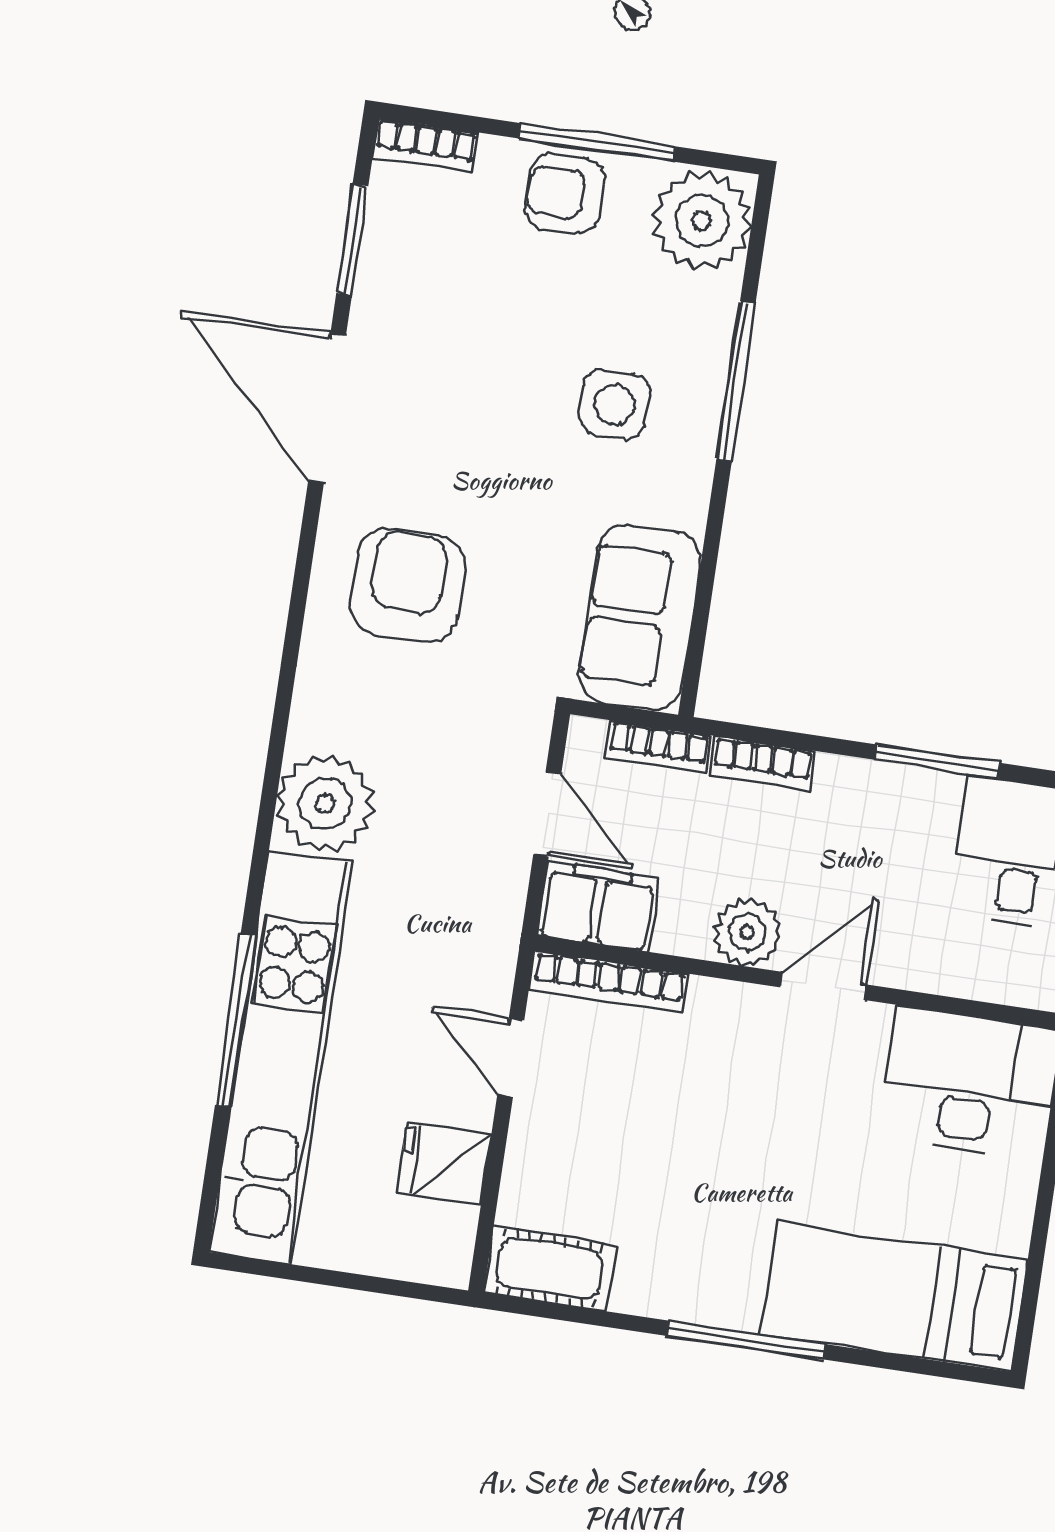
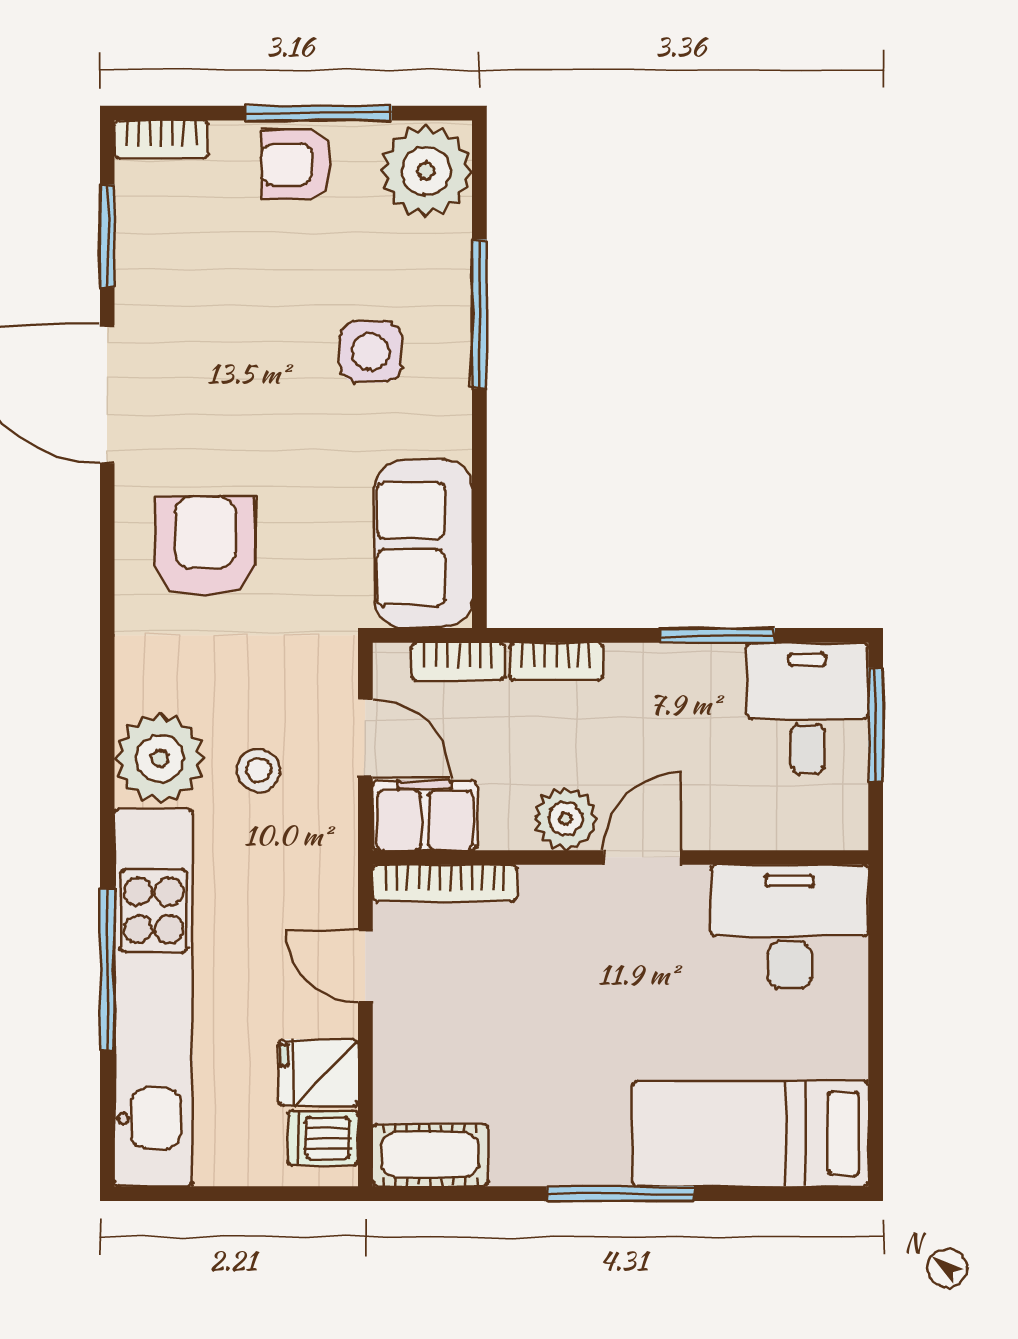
stool: (428, 832) -> (259, 770), added
dishwasher: (438, 1234) -> (323, 1138), added

